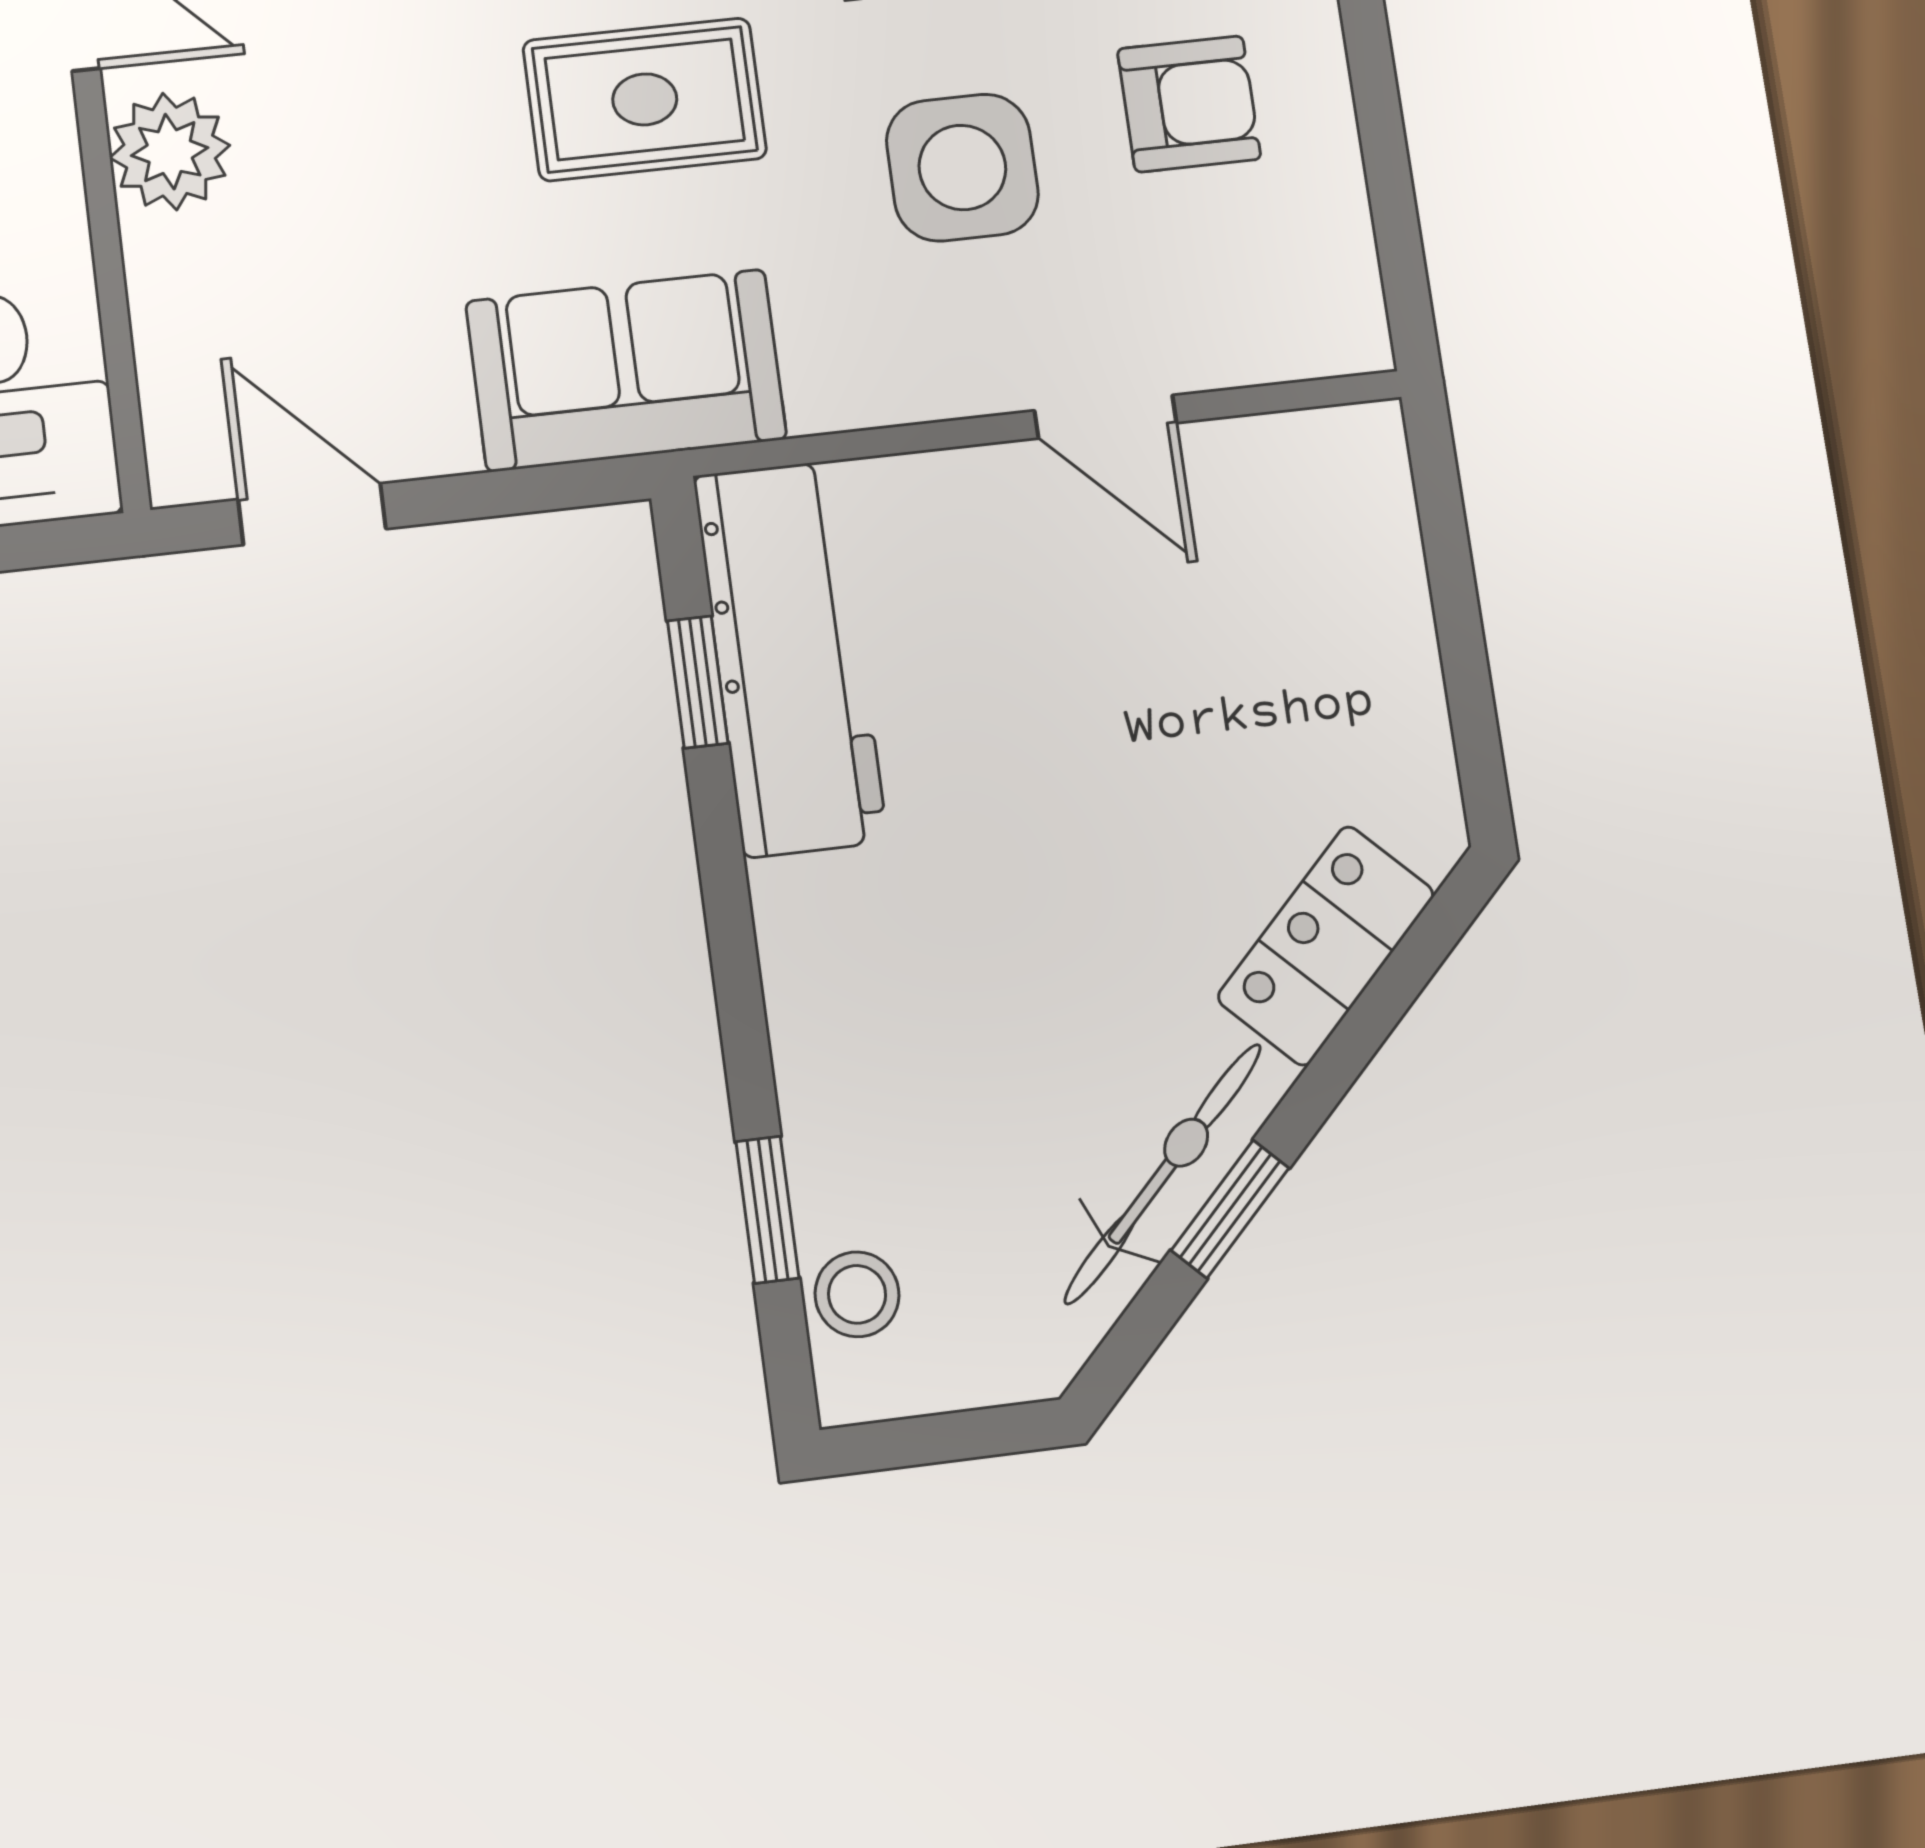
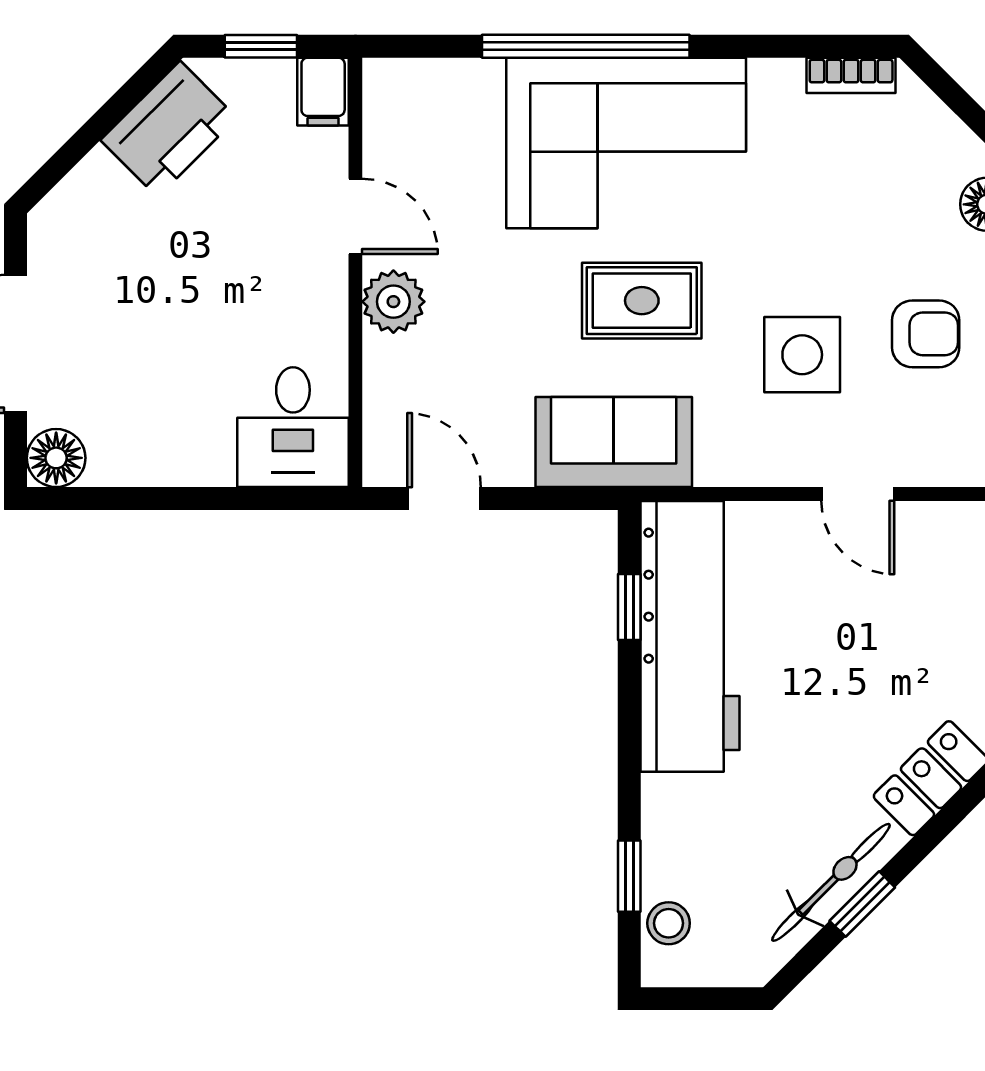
workbench: (790, 658) -> (690, 636), width x1.36, depth x1.32

